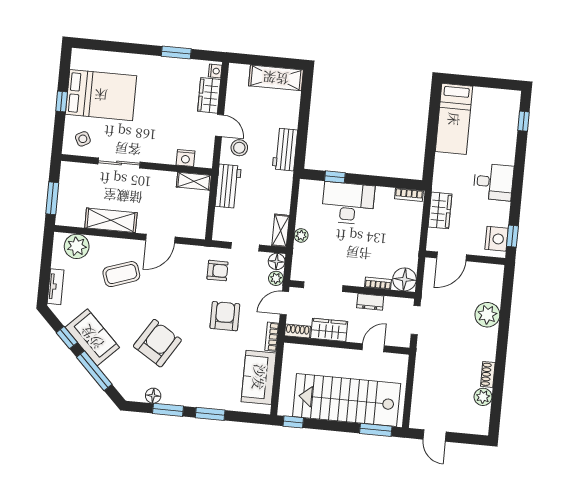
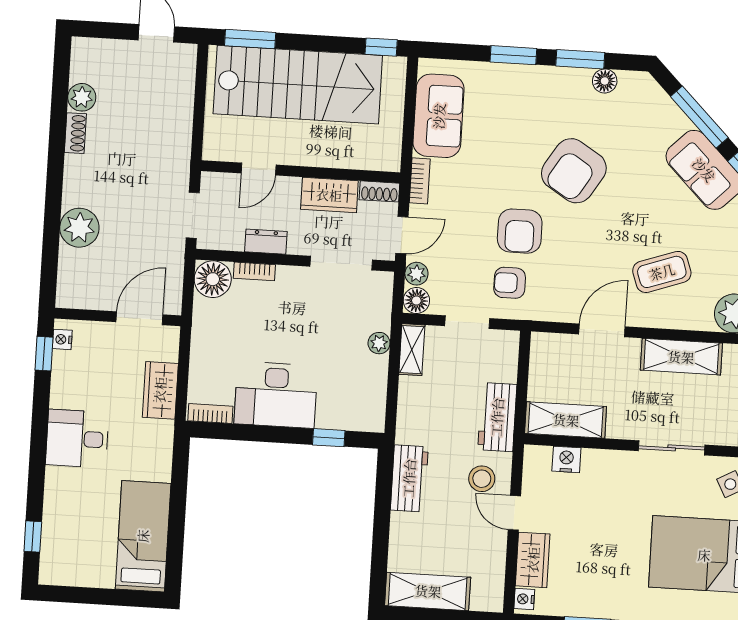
shelving: (194, 181) -> (566, 420), width x1.50, depth x1.33
desk: (348, 203) -> (276, 395), moved
nightstand: (496, 239) -> (62, 339), width x0.53, depth x0.56
armchair: (225, 316) -> (520, 231), moved
armchair: (157, 343) -> (574, 171), moved

